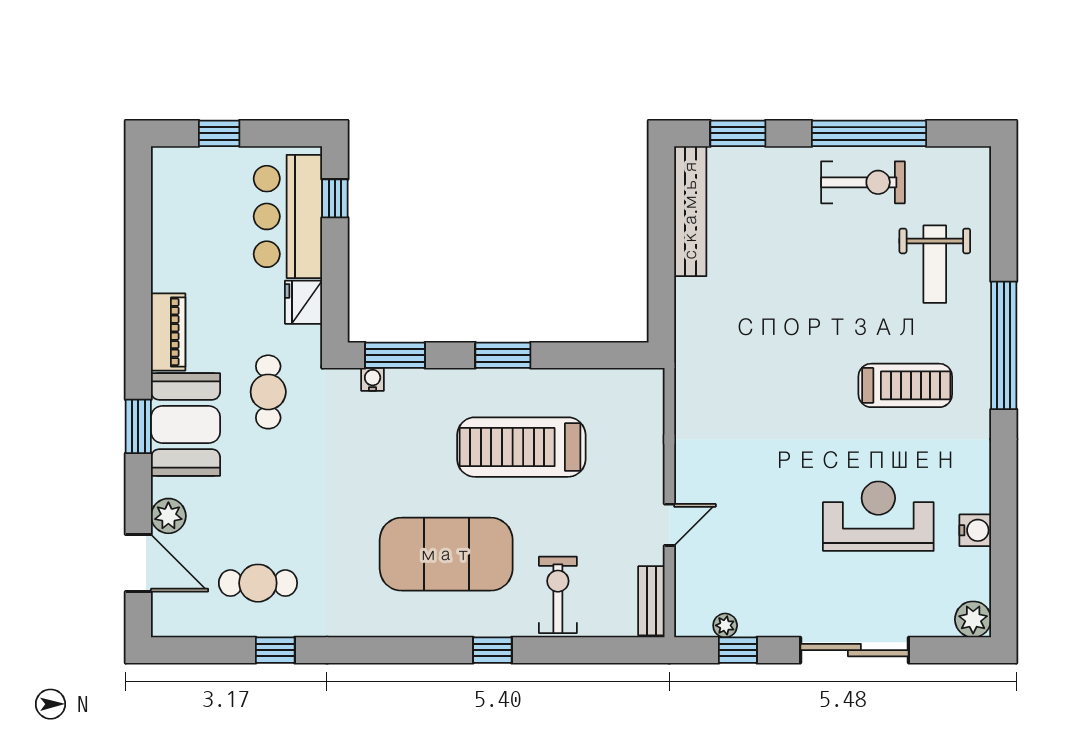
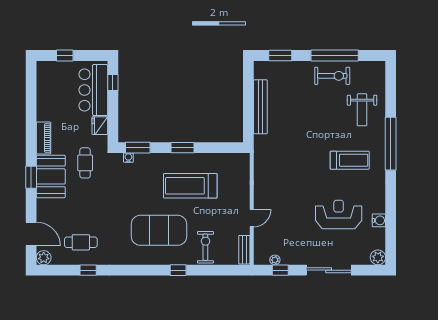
bench: (690, 211) -> (260, 107), moved
plant: (168, 516) -> (44, 258), moved

